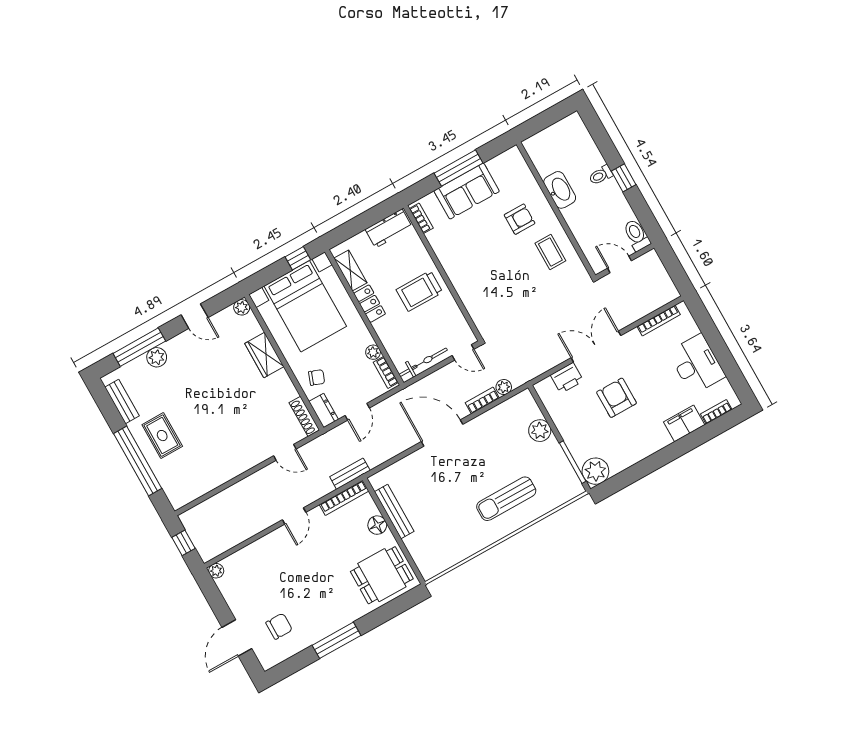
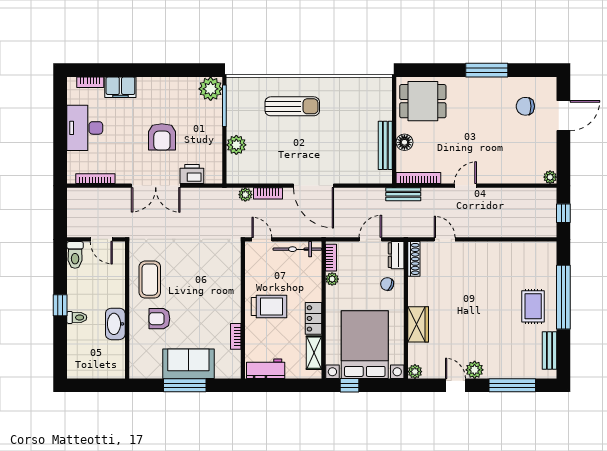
bookcase: (421, 218) -> (236, 336), moved
coffee table: (550, 252) -> (150, 280), width x1.36, depth x1.30
plant: (157, 357) -> (475, 370), moved

